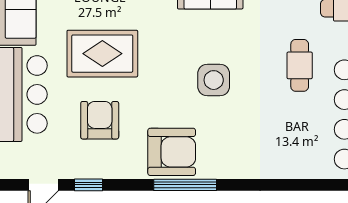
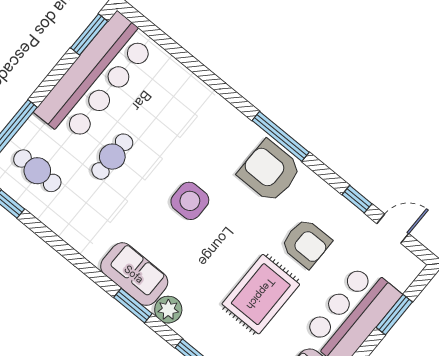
rug: (102, 54) -> (261, 294), turned 90
armchair: (100, 120) -> (306, 243), turned -90

